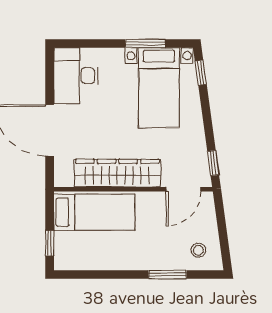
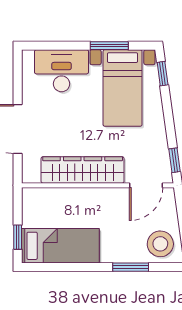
desk: (76, 76) -> (62, 71), moved, turned 90
bed: (94, 212) -> (60, 246), moved
stool: (198, 250) -> (160, 244), width x1.89, depth x1.89

